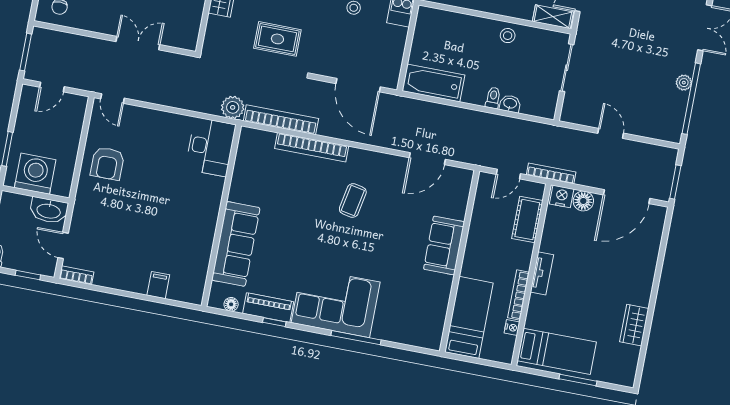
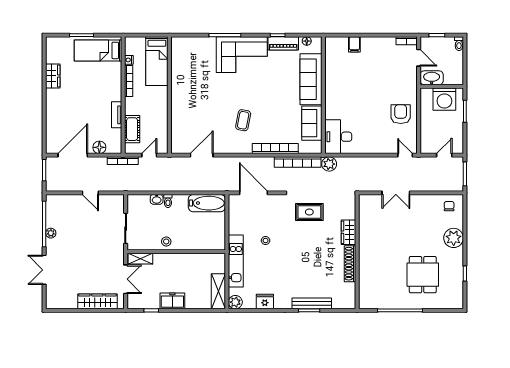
nightstand: (562, 196) -> (113, 148), removed
sofa: (444, 245) -> (312, 123), moved, turned 180
tv unit: (542, 273) -> (117, 115), moved

